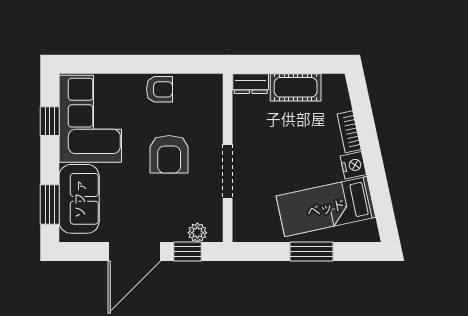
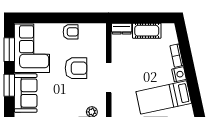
window: (50, 121) -> (9, 50), width x1.50
armchair: (169, 154) -> (76, 68), turned -90
window: (50, 205) -> (9, 85), moved

